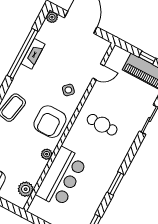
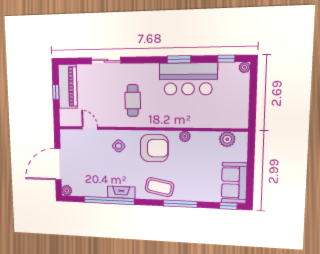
fireplace: (33, 54) -> (121, 192), moved
bar counter: (62, 177) -> (188, 79), moved, turned 180

